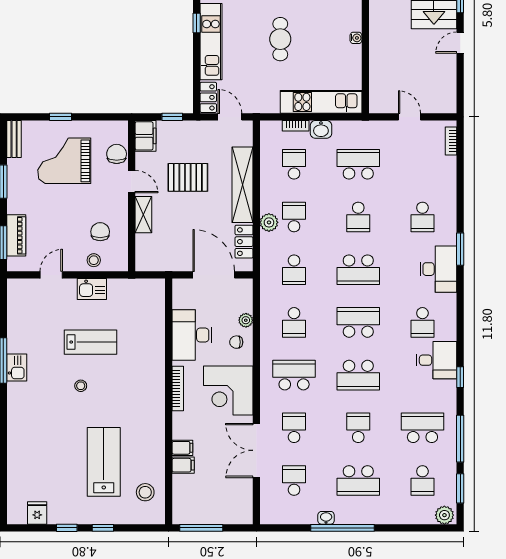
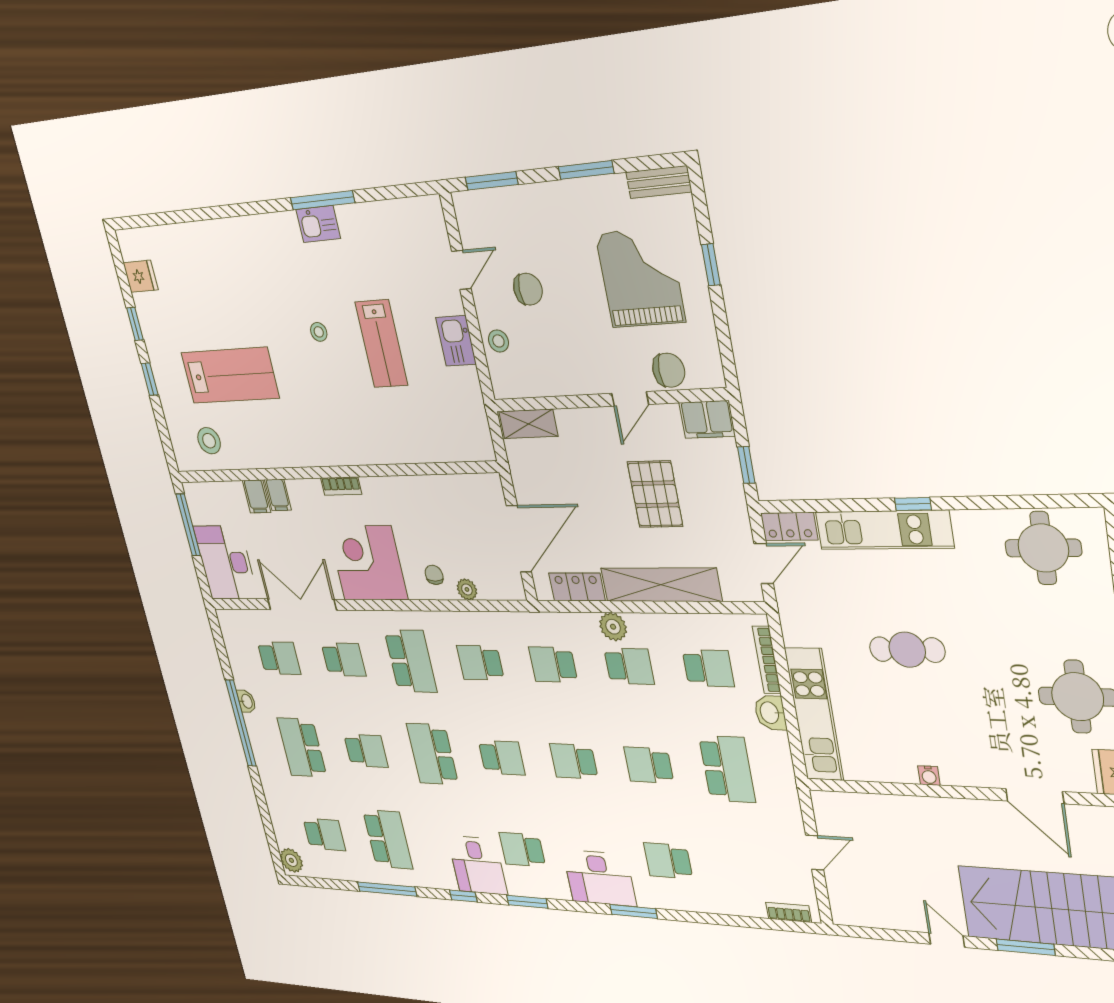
bookcase: (296, 126) -> (767, 660), width x1.56
shelving: (143, 215) -> (528, 424), moved
chair: (100, 232) -> (528, 289), moved
piano: (16, 235) -> (507, 203), removed
school desk: (358, 270) -> (574, 761), width x0.54
door: (51, 275) -> (461, 270), hinge flipped
school desk: (358, 322) -> (502, 758), width x0.54
desk: (192, 335) -> (226, 563), moved, turned -90
bookcase: (178, 389) -> (341, 486), width x0.64
school desk: (422, 481) -> (324, 834), turned 180
window: (460, 488) -> (527, 902), moved

